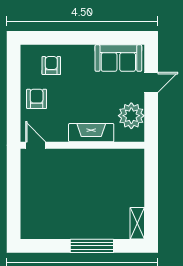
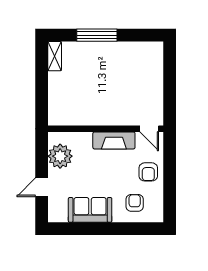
sofa: (118, 58) -> (90, 210), moved
armchair: (51, 66) -> (135, 203), turned 180
fireplace: (91, 133) -> (114, 140), moved

